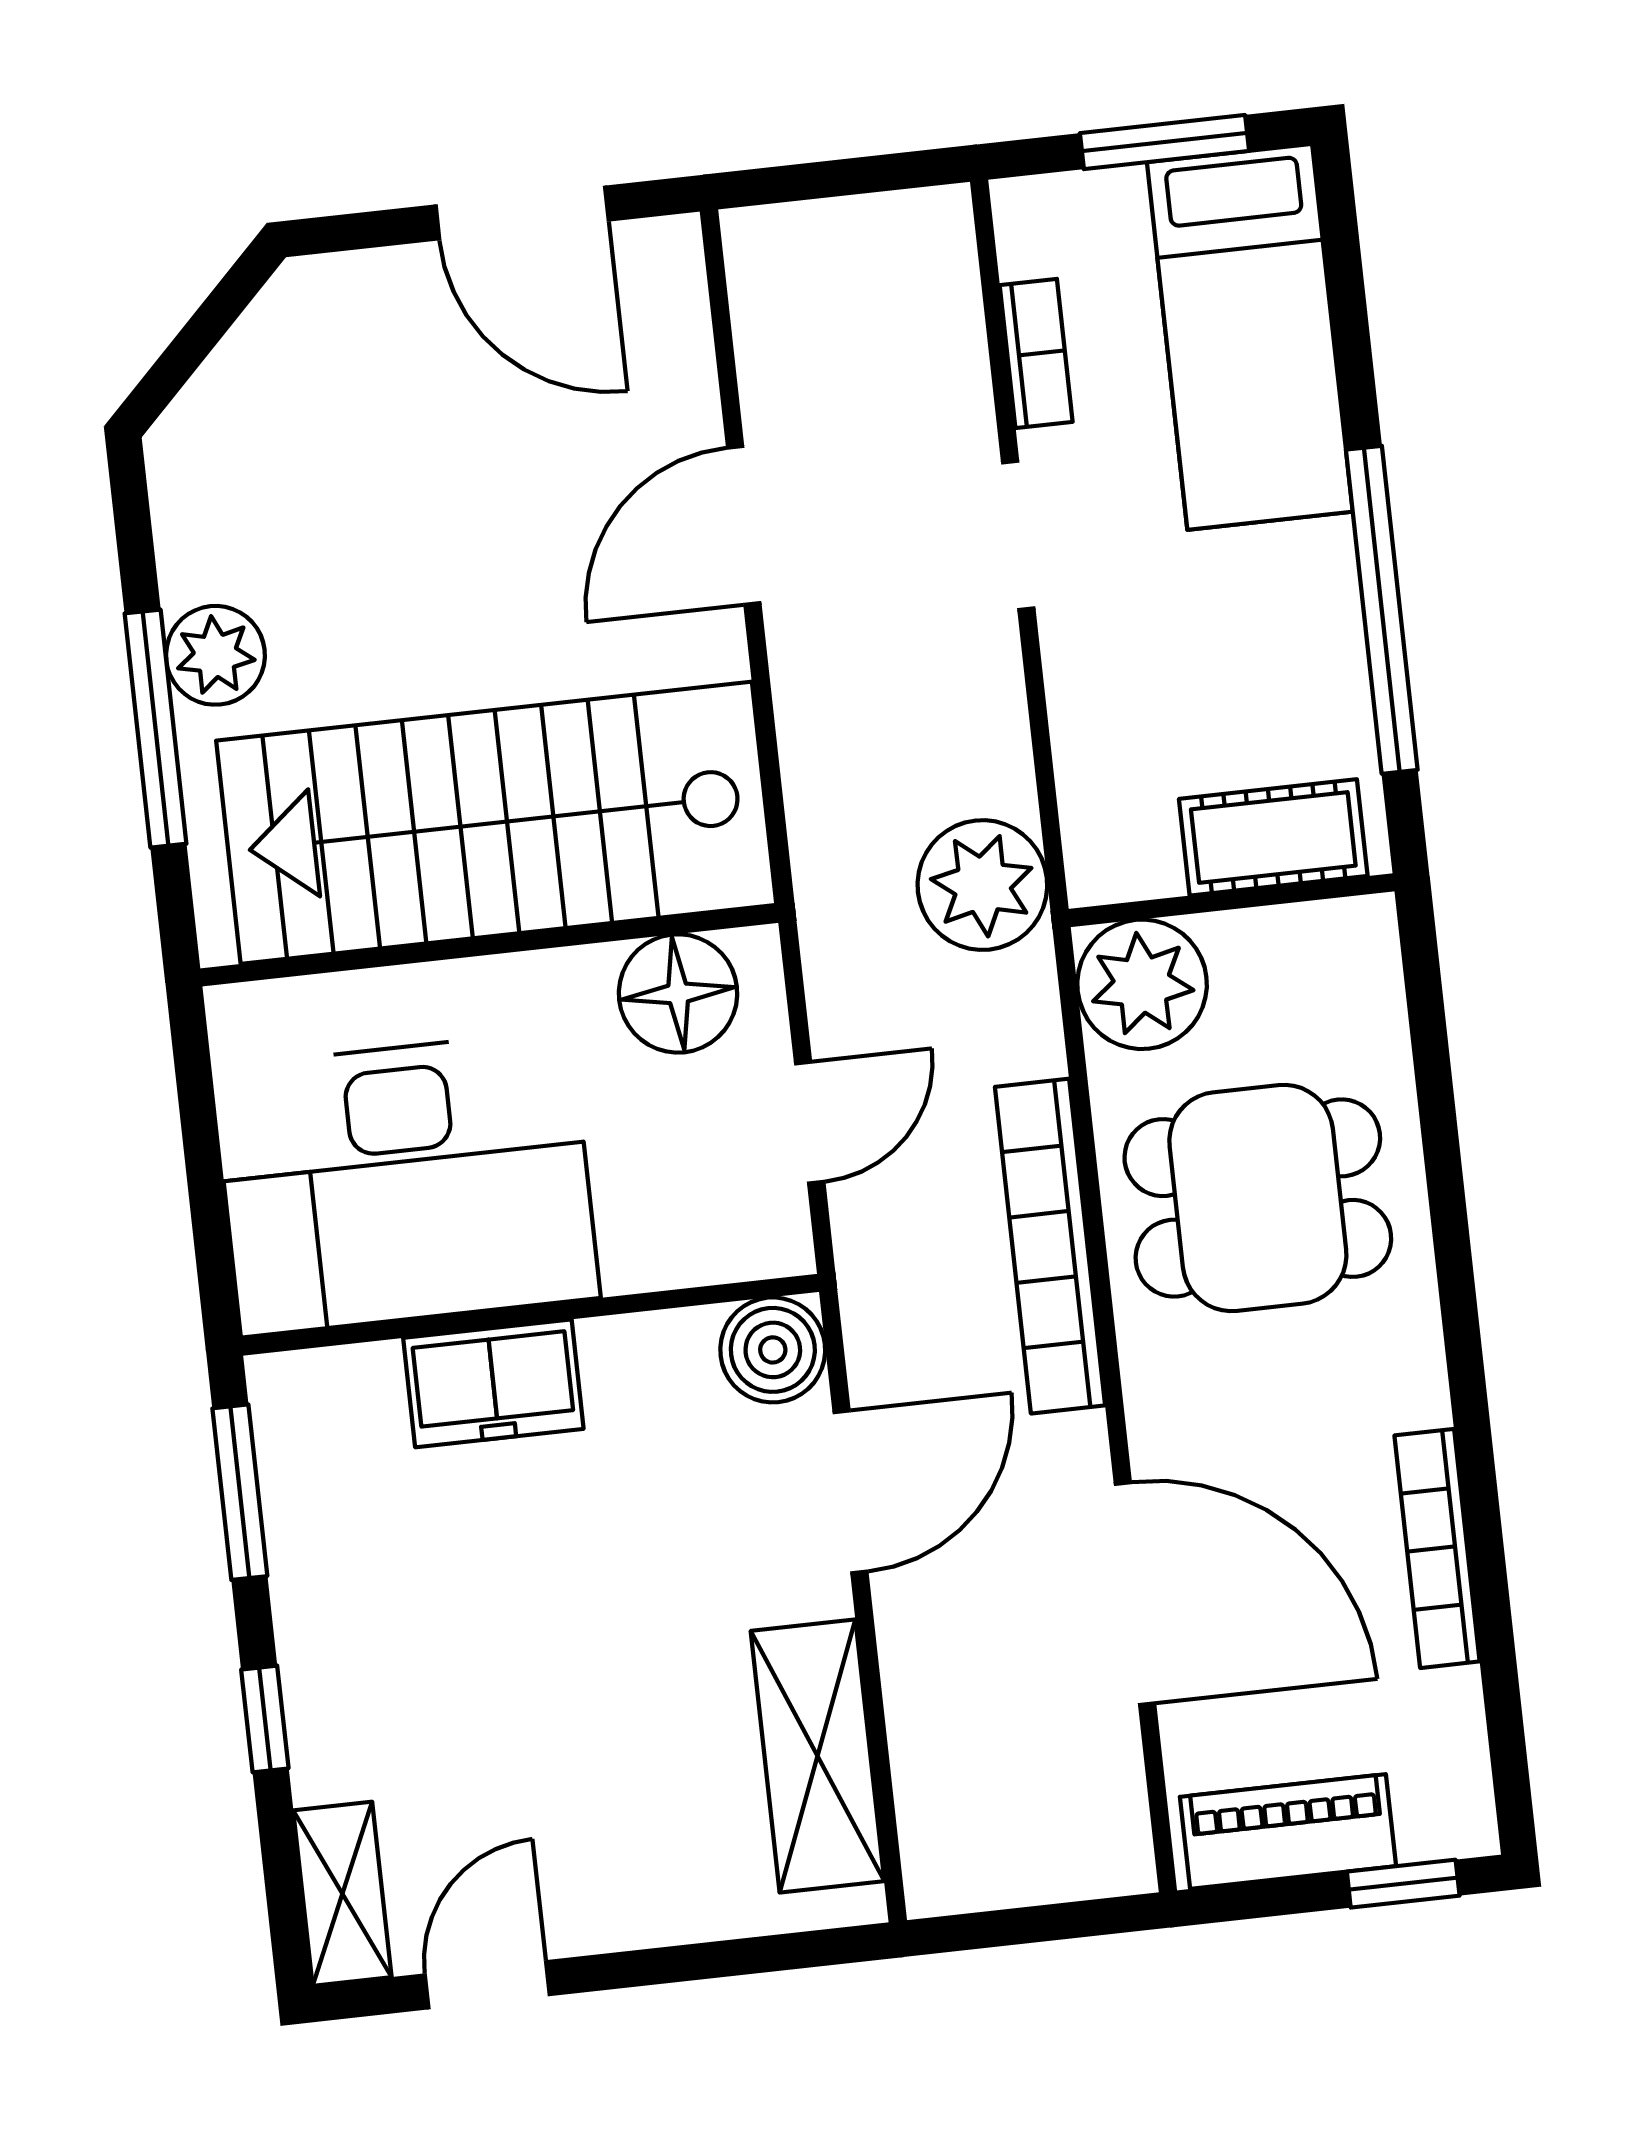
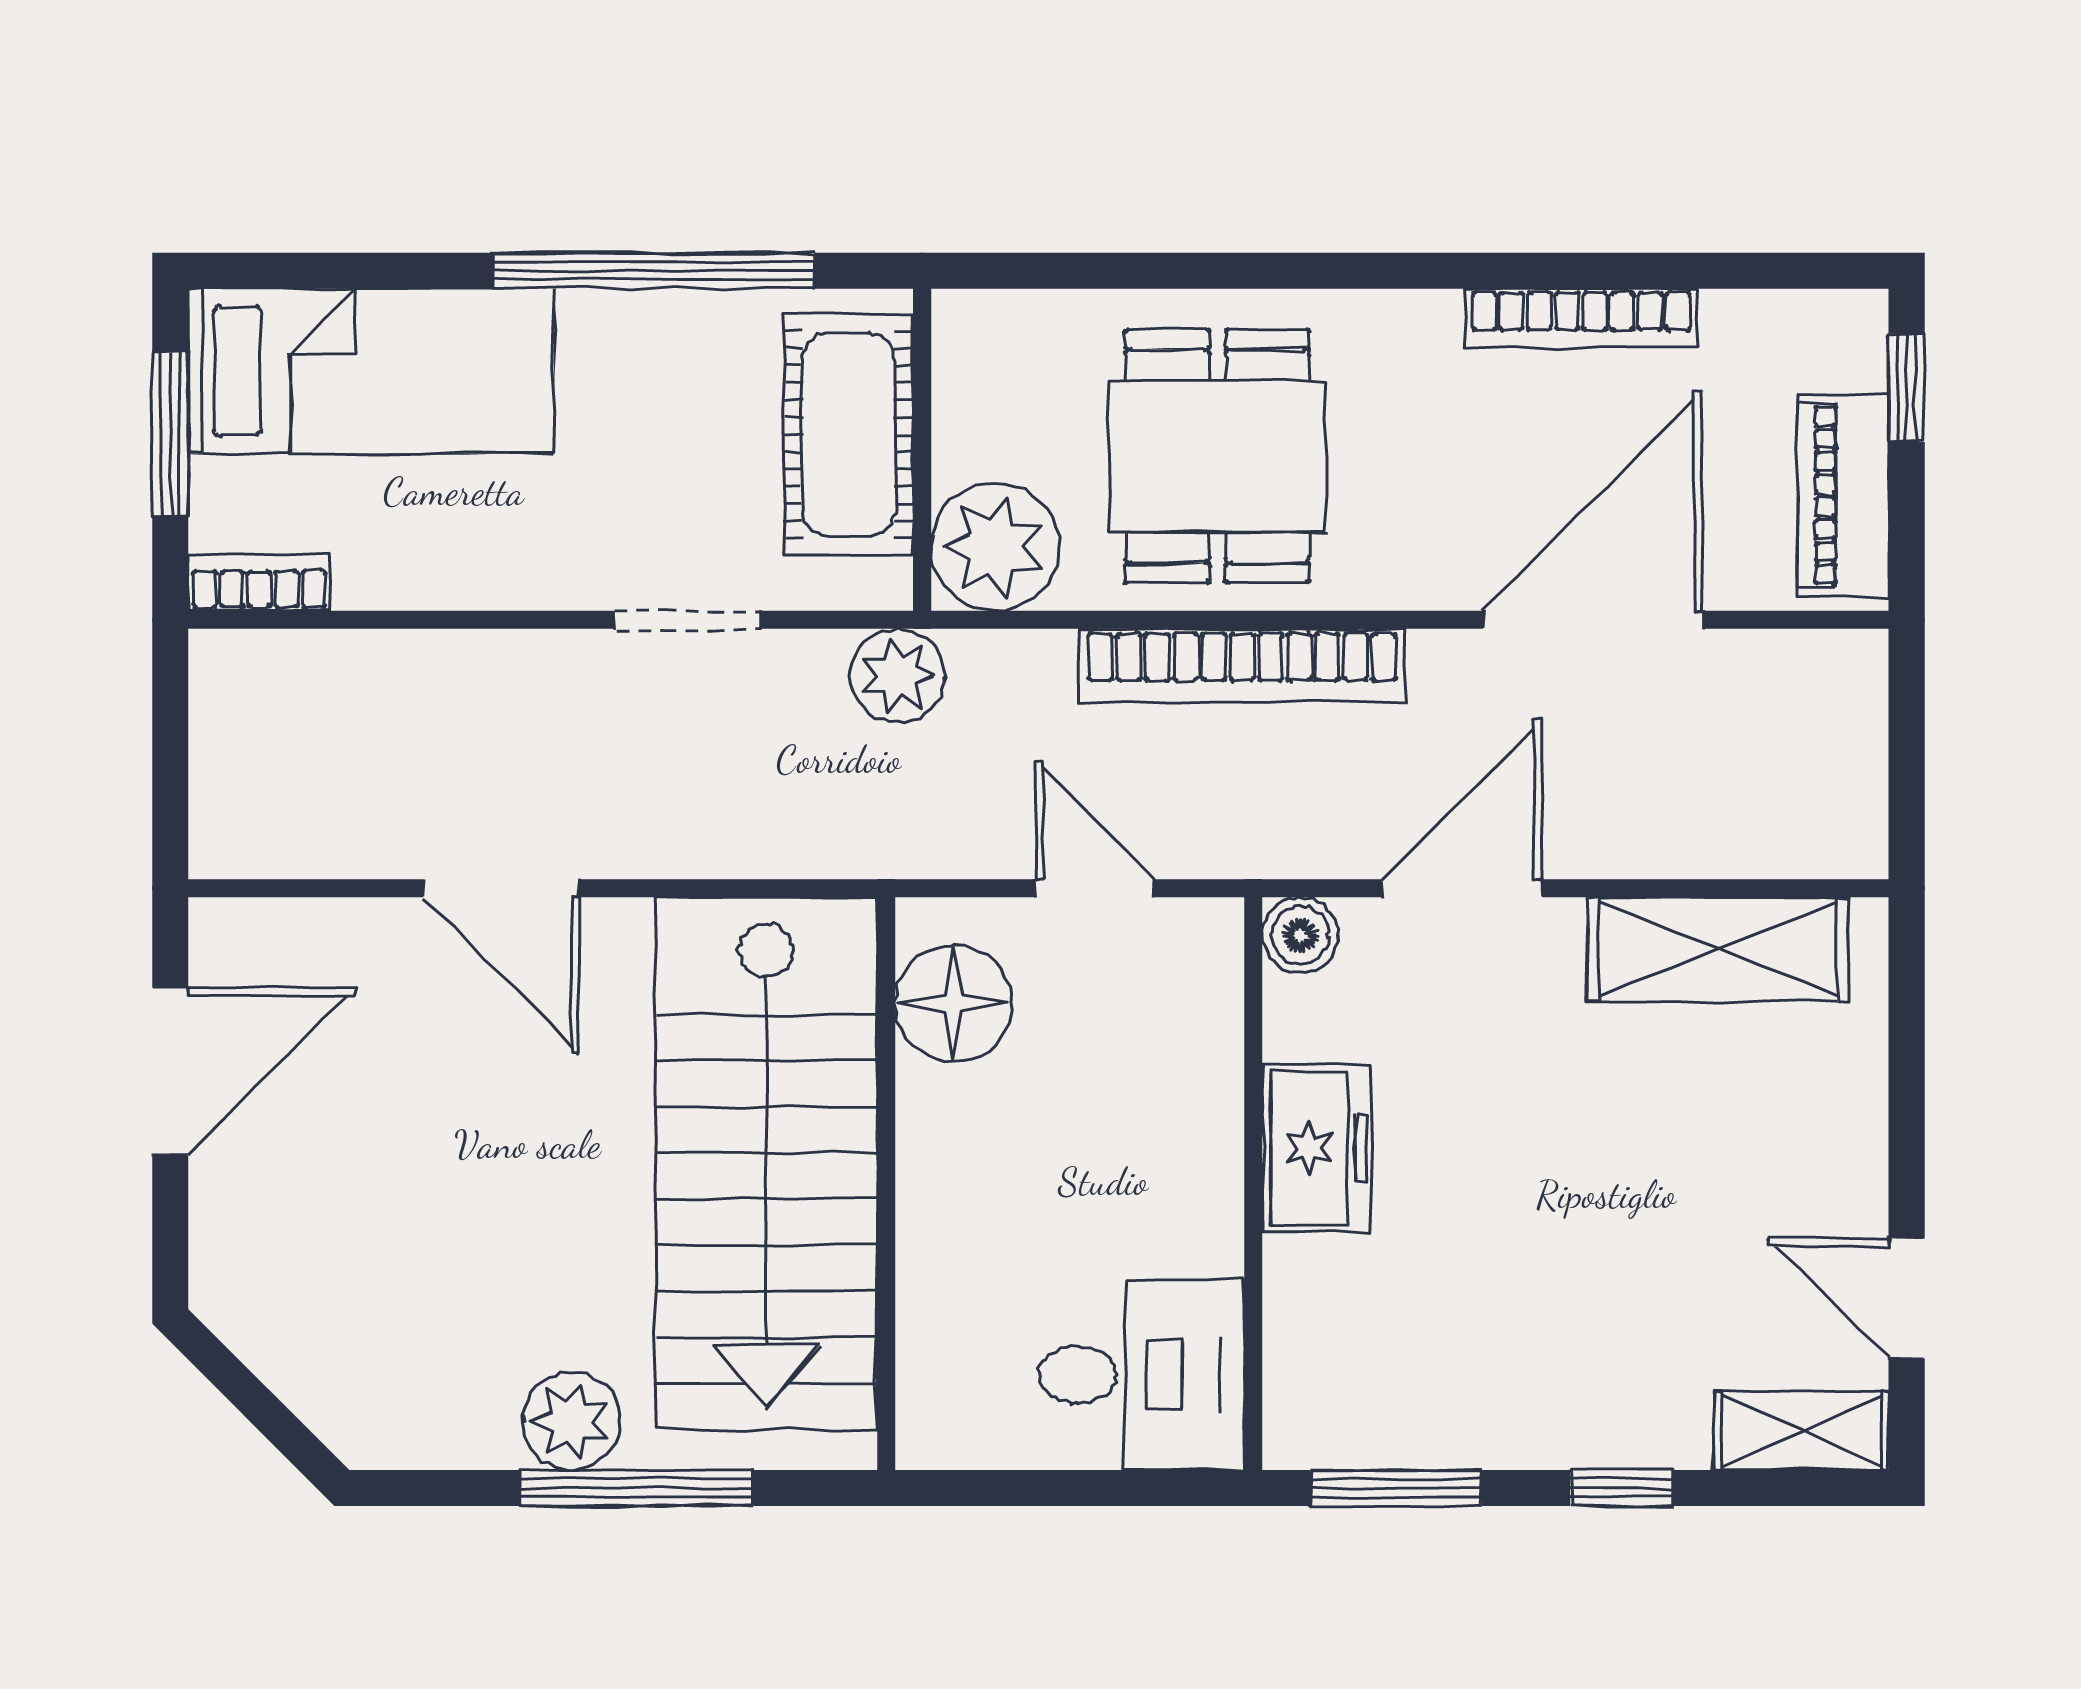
bookcase: (1036, 353) -> (259, 582), moved
doorway: (1018, 535) -> (688, 620), moved
cot: (1273, 837) -> (849, 435), width x1.37, depth x1.34
plant: (982, 885) -> (897, 676), width x0.73, depth x0.73
desk: (406, 1183) -> (1141, 1375), width x0.53, depth x0.77
boiler: (773, 1350) -> (1300, 935), width x0.73, depth x0.73
freezer: (493, 1383) -> (1317, 1148), moved
door: (850, 1492) -> (1462, 888), hinge flipped

